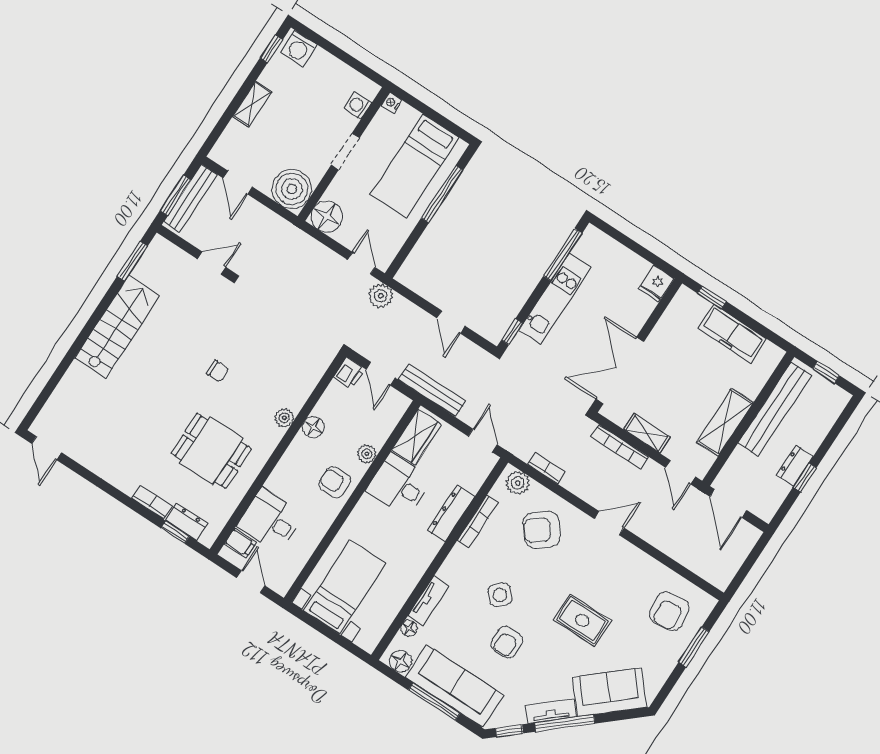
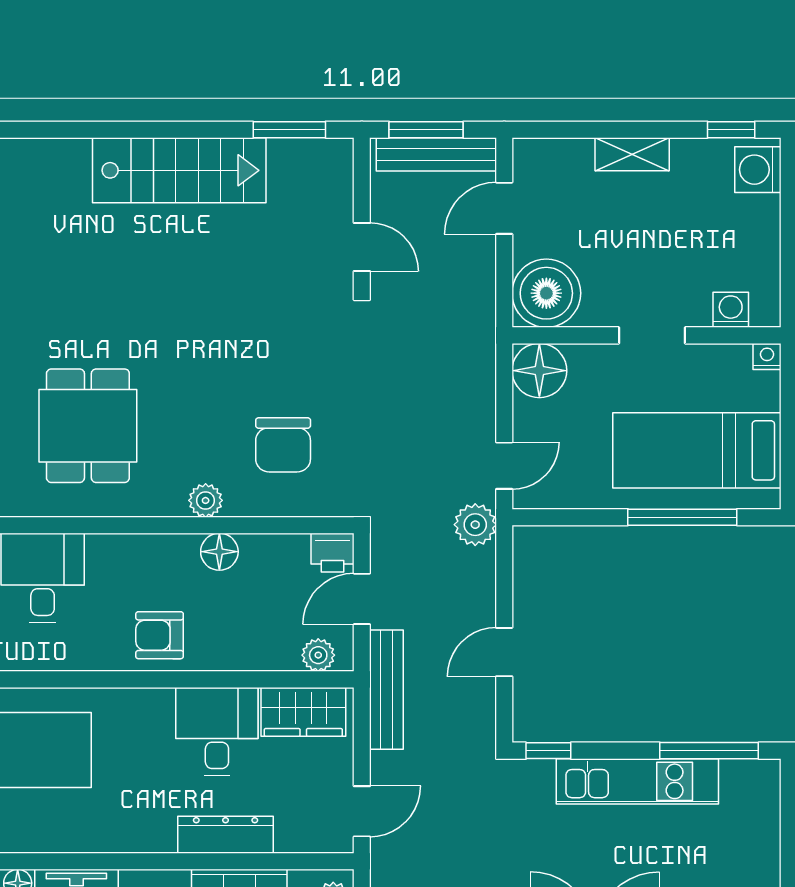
chair: (217, 371) -> (283, 445), moved, width x1.87, depth x1.87
plant: (367, 454) -> (318, 655), moved
armchair: (335, 482) -> (160, 635), turned -90

